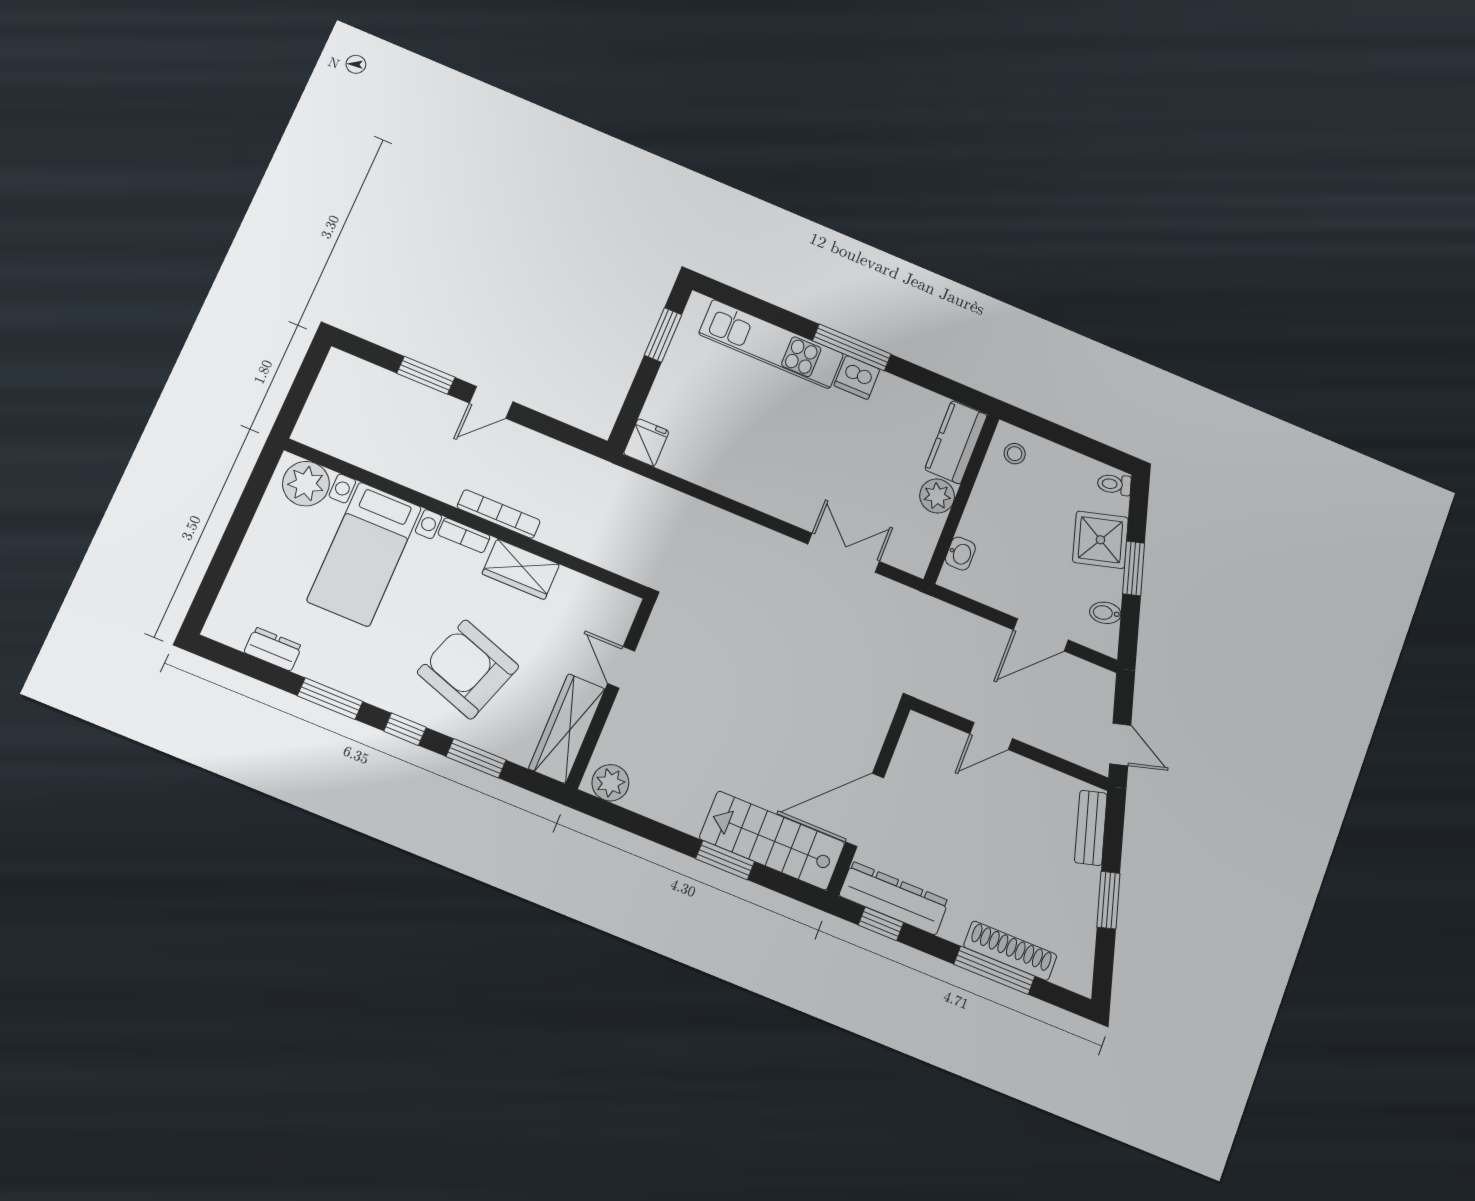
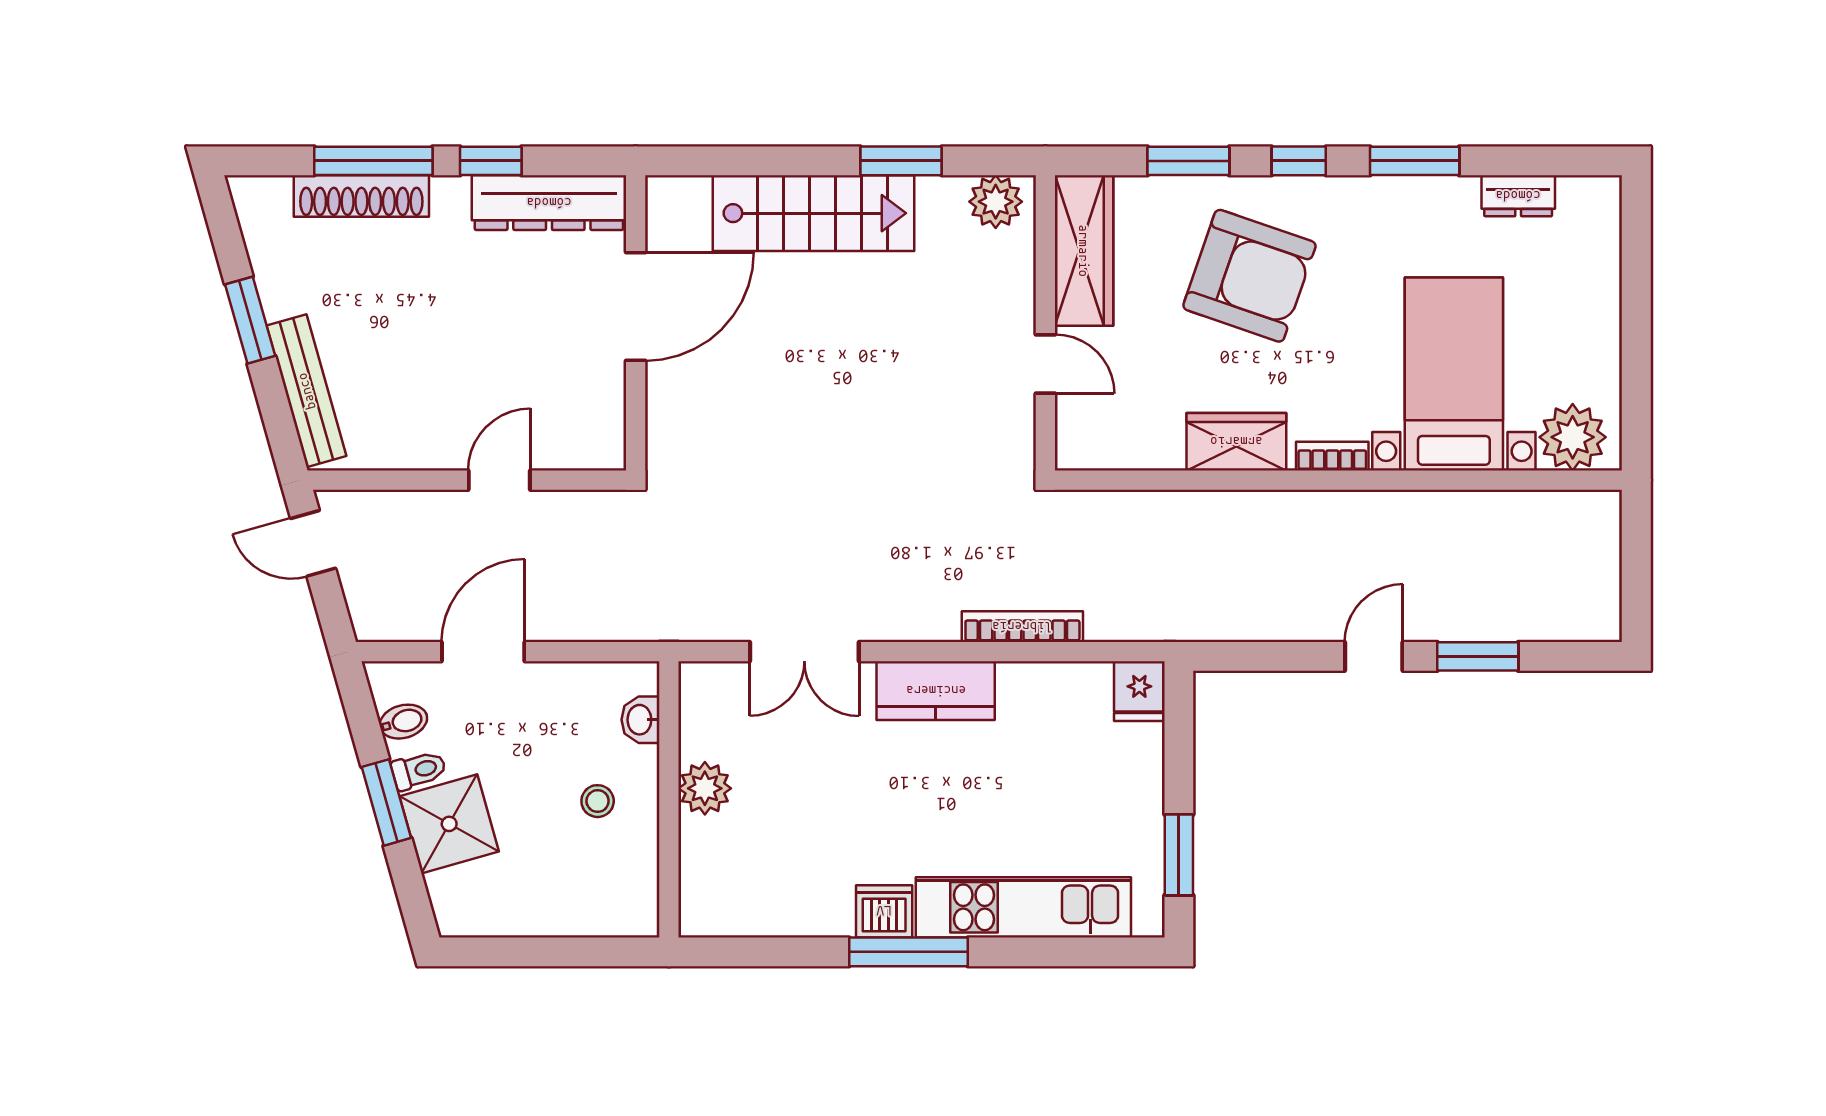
kitchen counter: (956, 442) -> (936, 691), moved, turned 90
stool: (1015, 454) -> (598, 801), moved
toilet: (1114, 484) -> (419, 770), moved
bookcase: (499, 514) -> (1022, 627), moved, turned 180
bench: (1091, 828) -> (306, 391), width x1.36
stairs: (772, 841) -> (813, 213), moved
window: (725, 860) -> (901, 161), moved
window: (881, 924) -> (491, 161), moved

